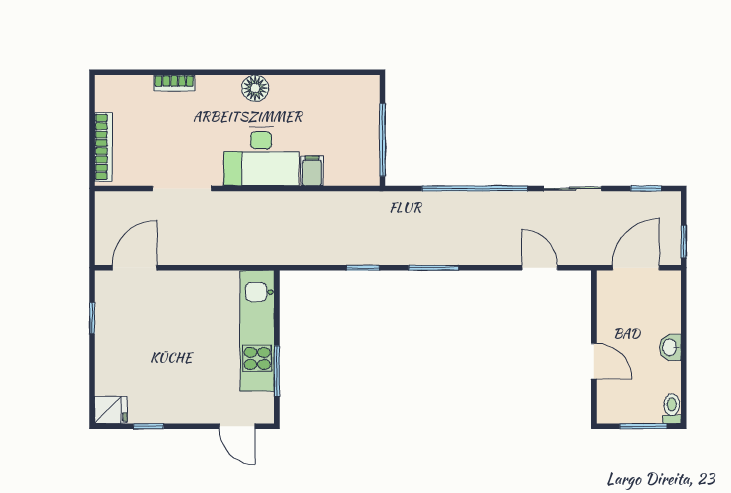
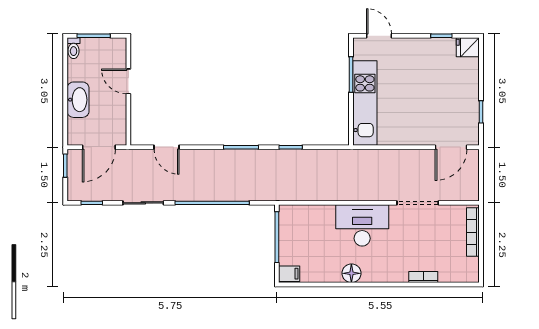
floor lamp: (255, 88) -> (351, 273), moved
filing cabinet: (312, 171) -> (289, 274), moved, turned -90
washbasin: (670, 347) -> (78, 100), width x1.91, depth x1.45

